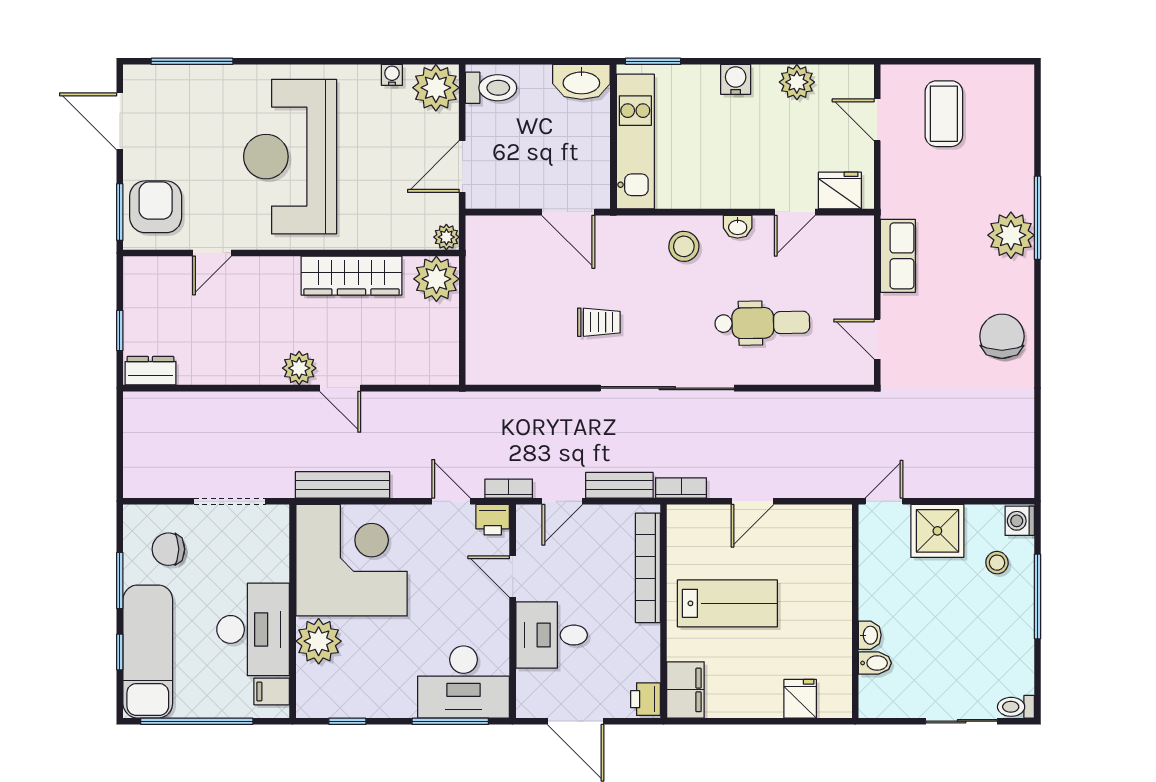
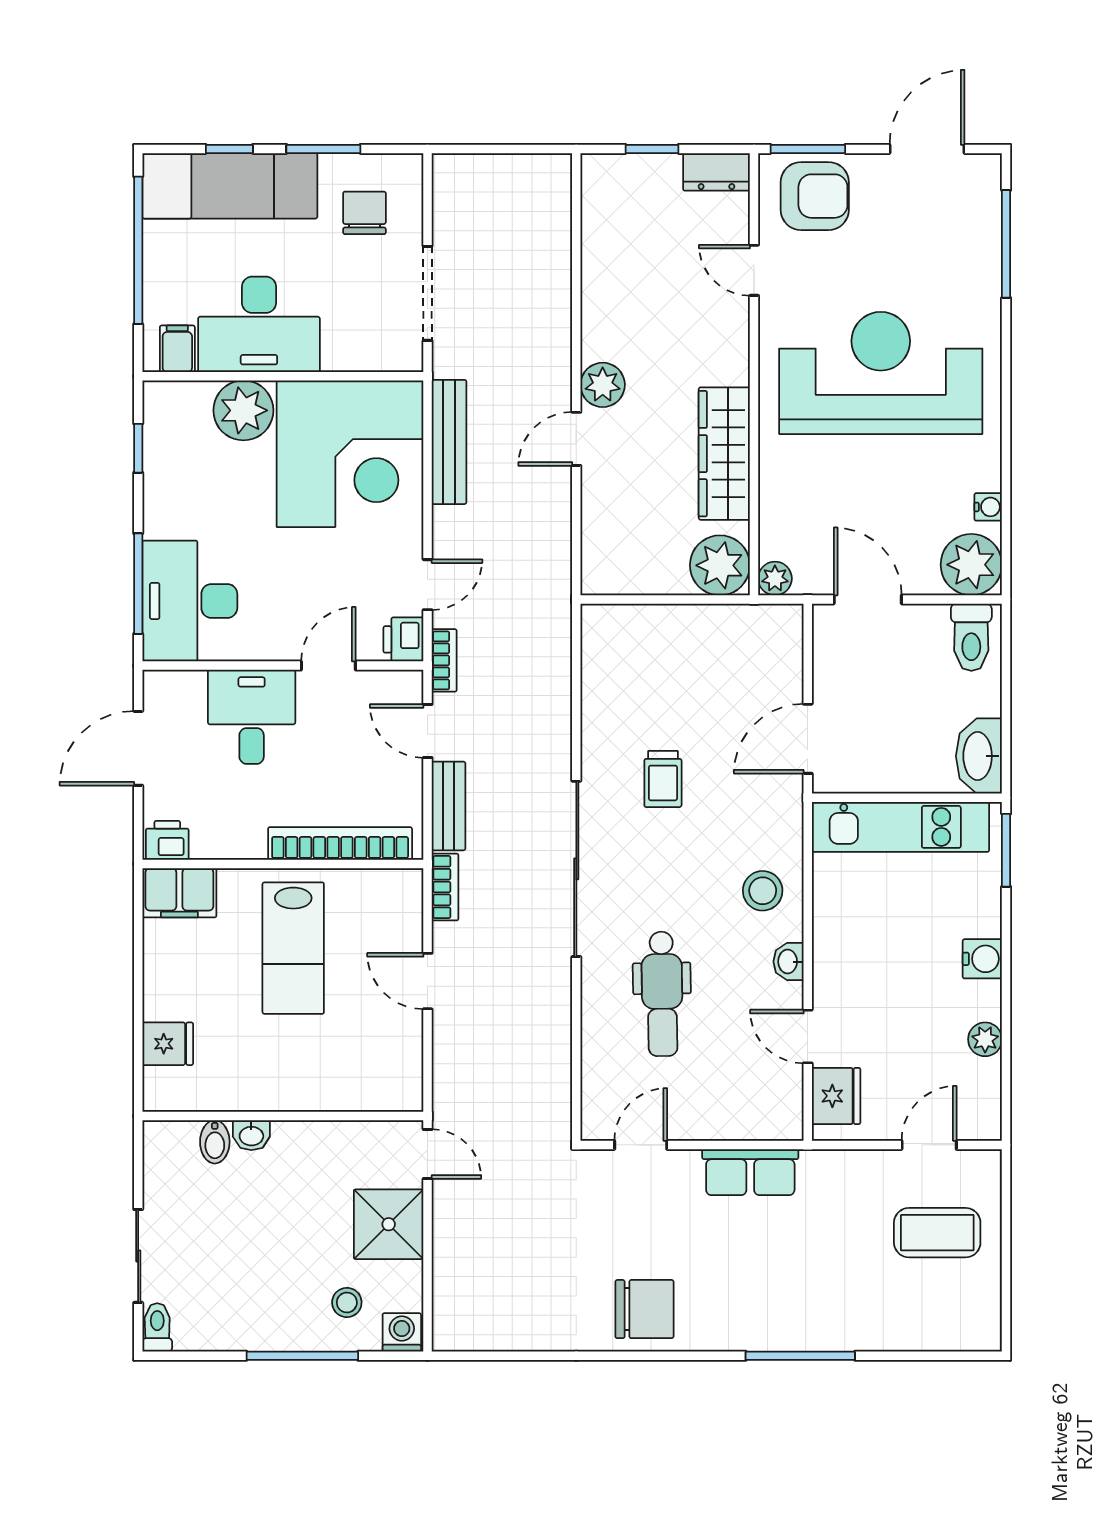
plant: (797, 82) -> (985, 1039), width x0.73, depth x0.73
plant: (1011, 235) -> (777, 1321), removed
dresser: (150, 371) -> (716, 172), moved, turned 90

